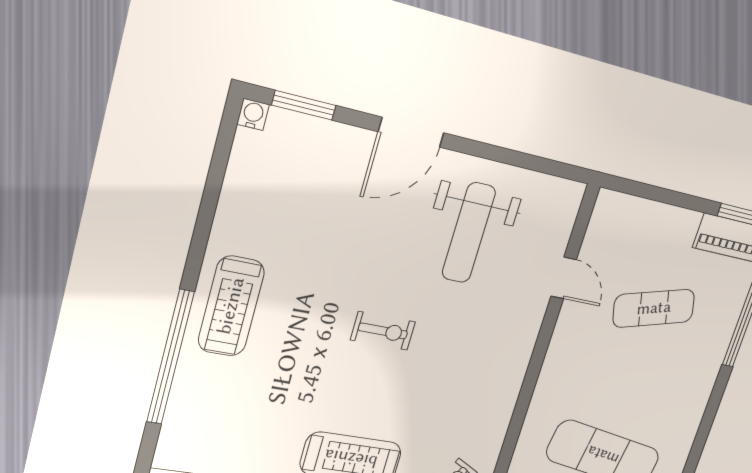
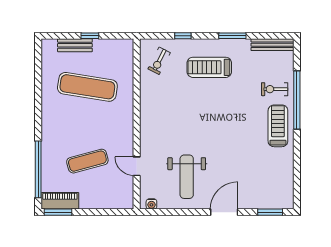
water cooler: (253, 114) -> (151, 204), moved
weight bench: (469, 233) -> (187, 177), turned 180
exercise bike: (383, 331) -> (275, 89), moved

